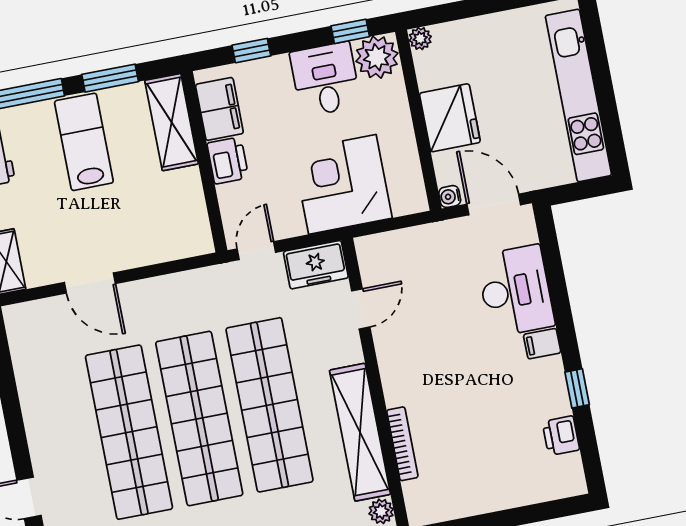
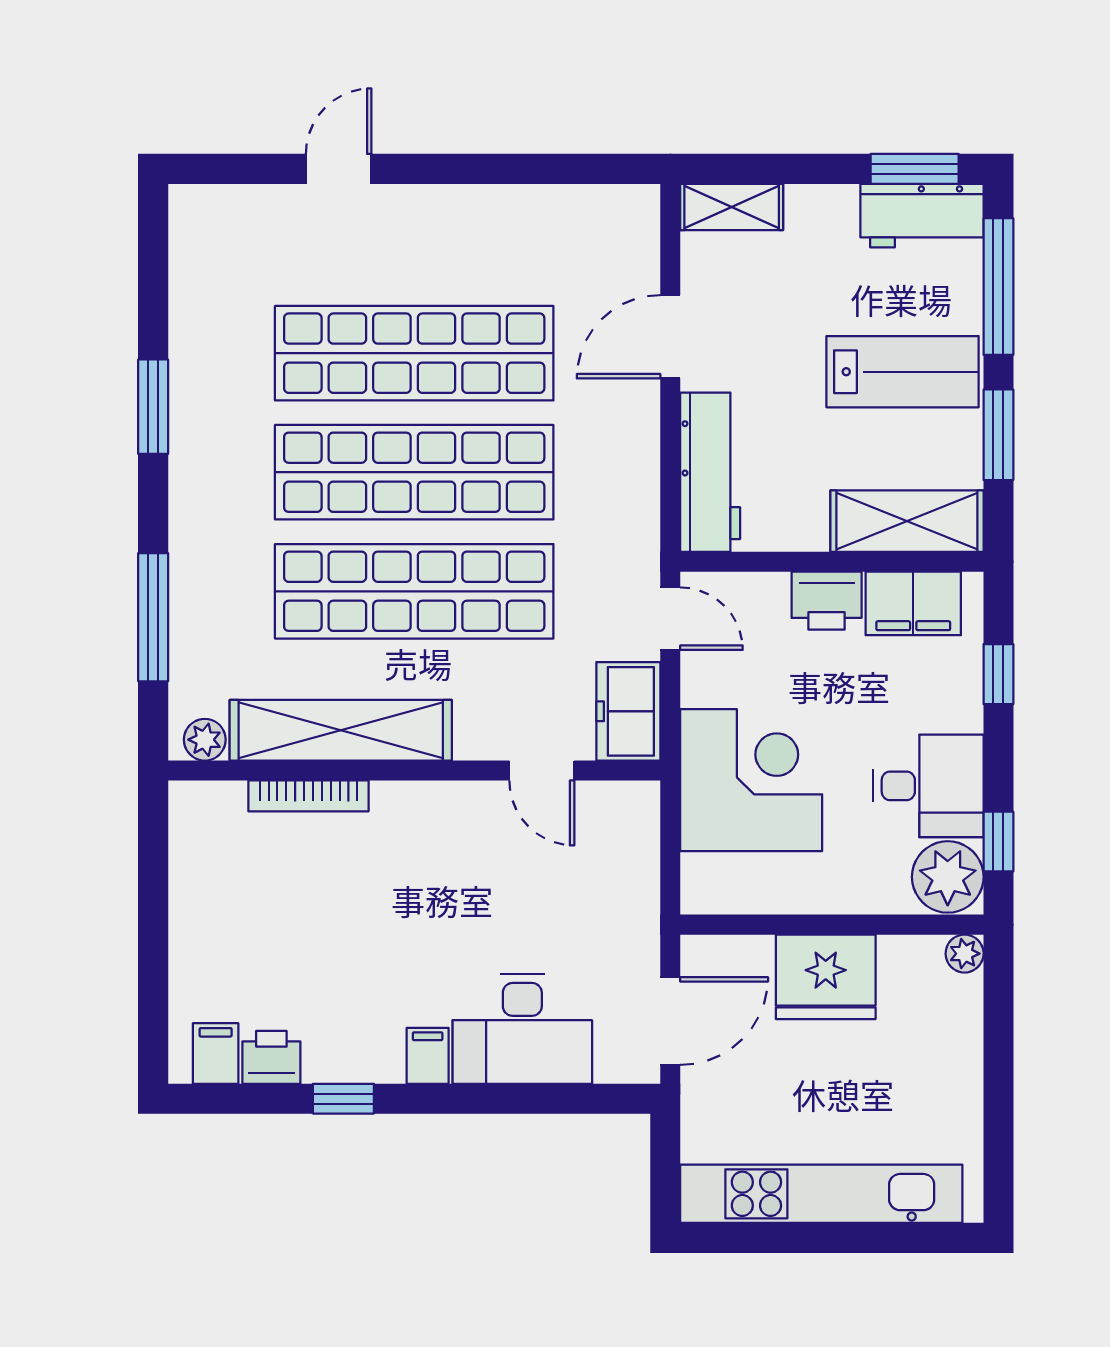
water cooler: (450, 197) -> (697, 952), removed
workbench: (165, 244) -> (710, 472), added
filing cabinet: (565, 469) -> (216, 1053), added

